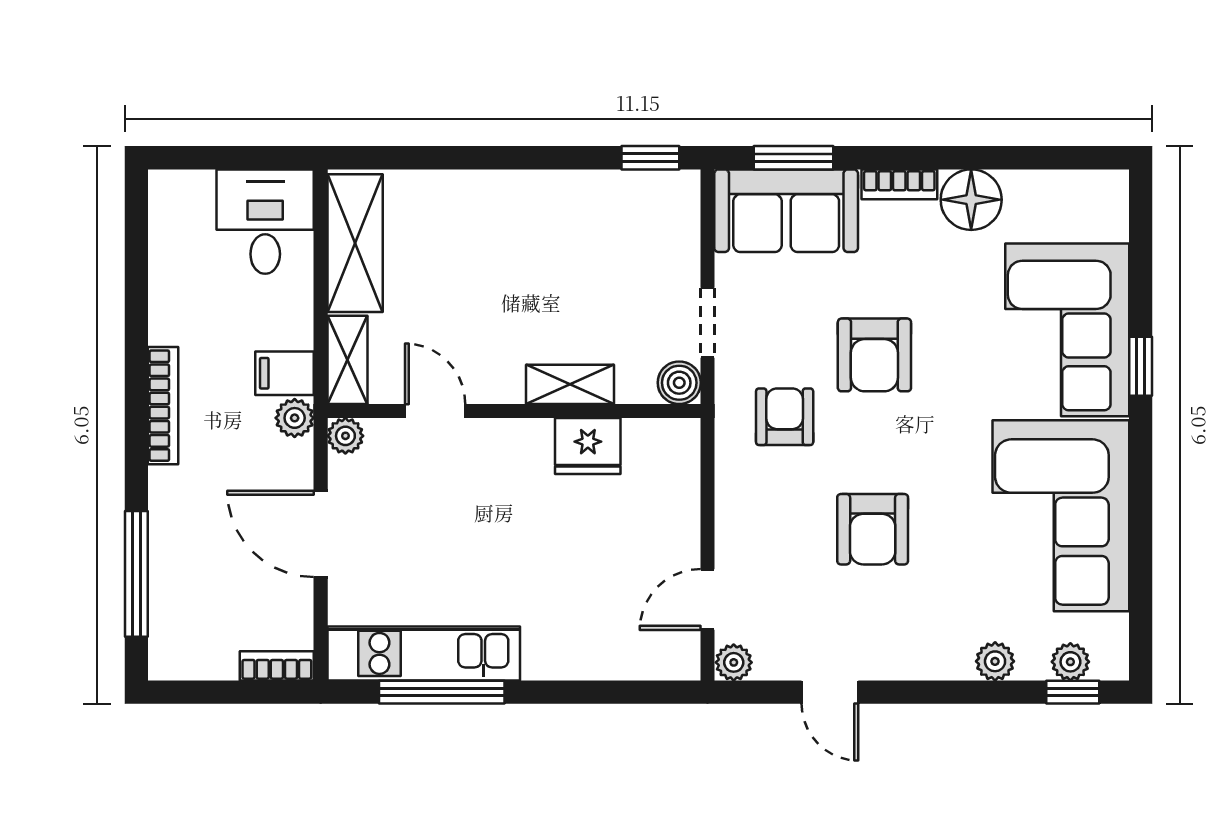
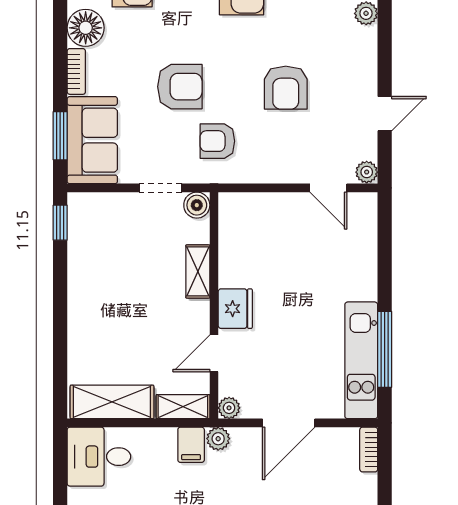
fridge: (588, 446) -> (235, 309), moved
armchair: (873, 529) -> (286, 88), turned 90

